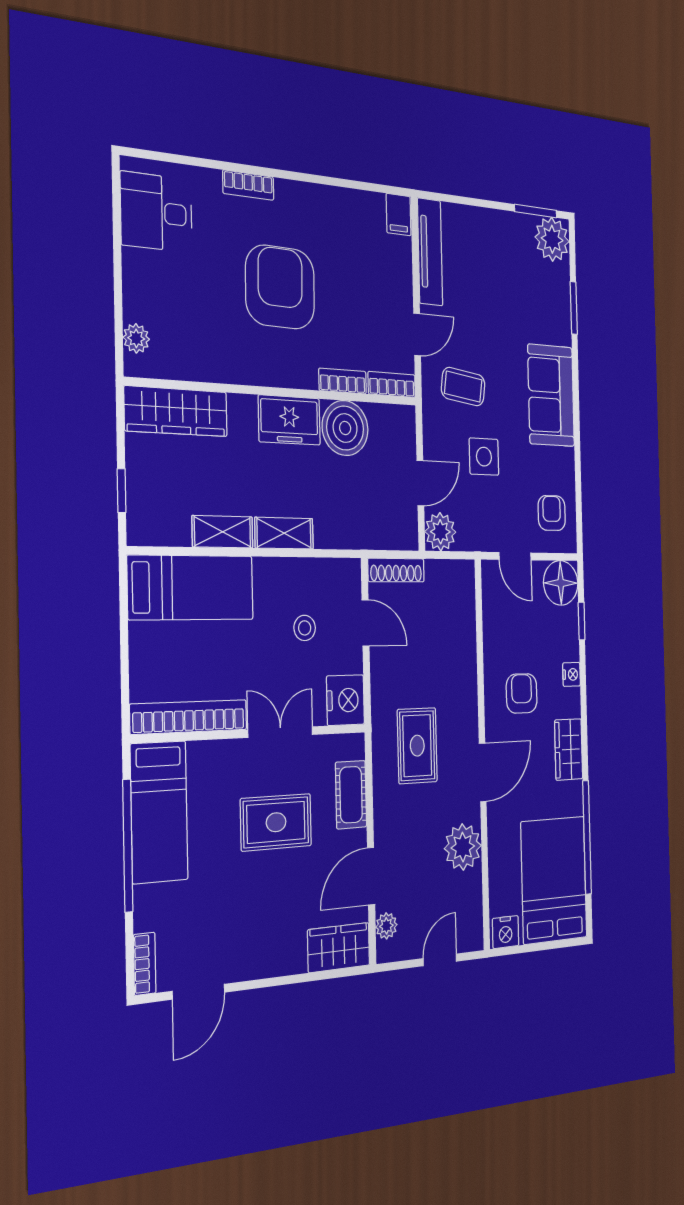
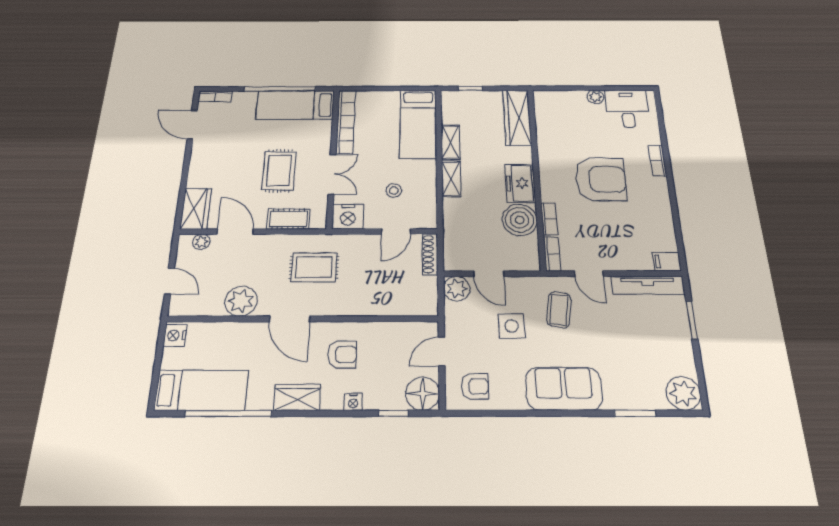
window: (536, 211) -> (692, 320), moved
plant: (136, 338) -> (595, 97), moved
bed: (554, 880) -> (201, 390), width x0.67

